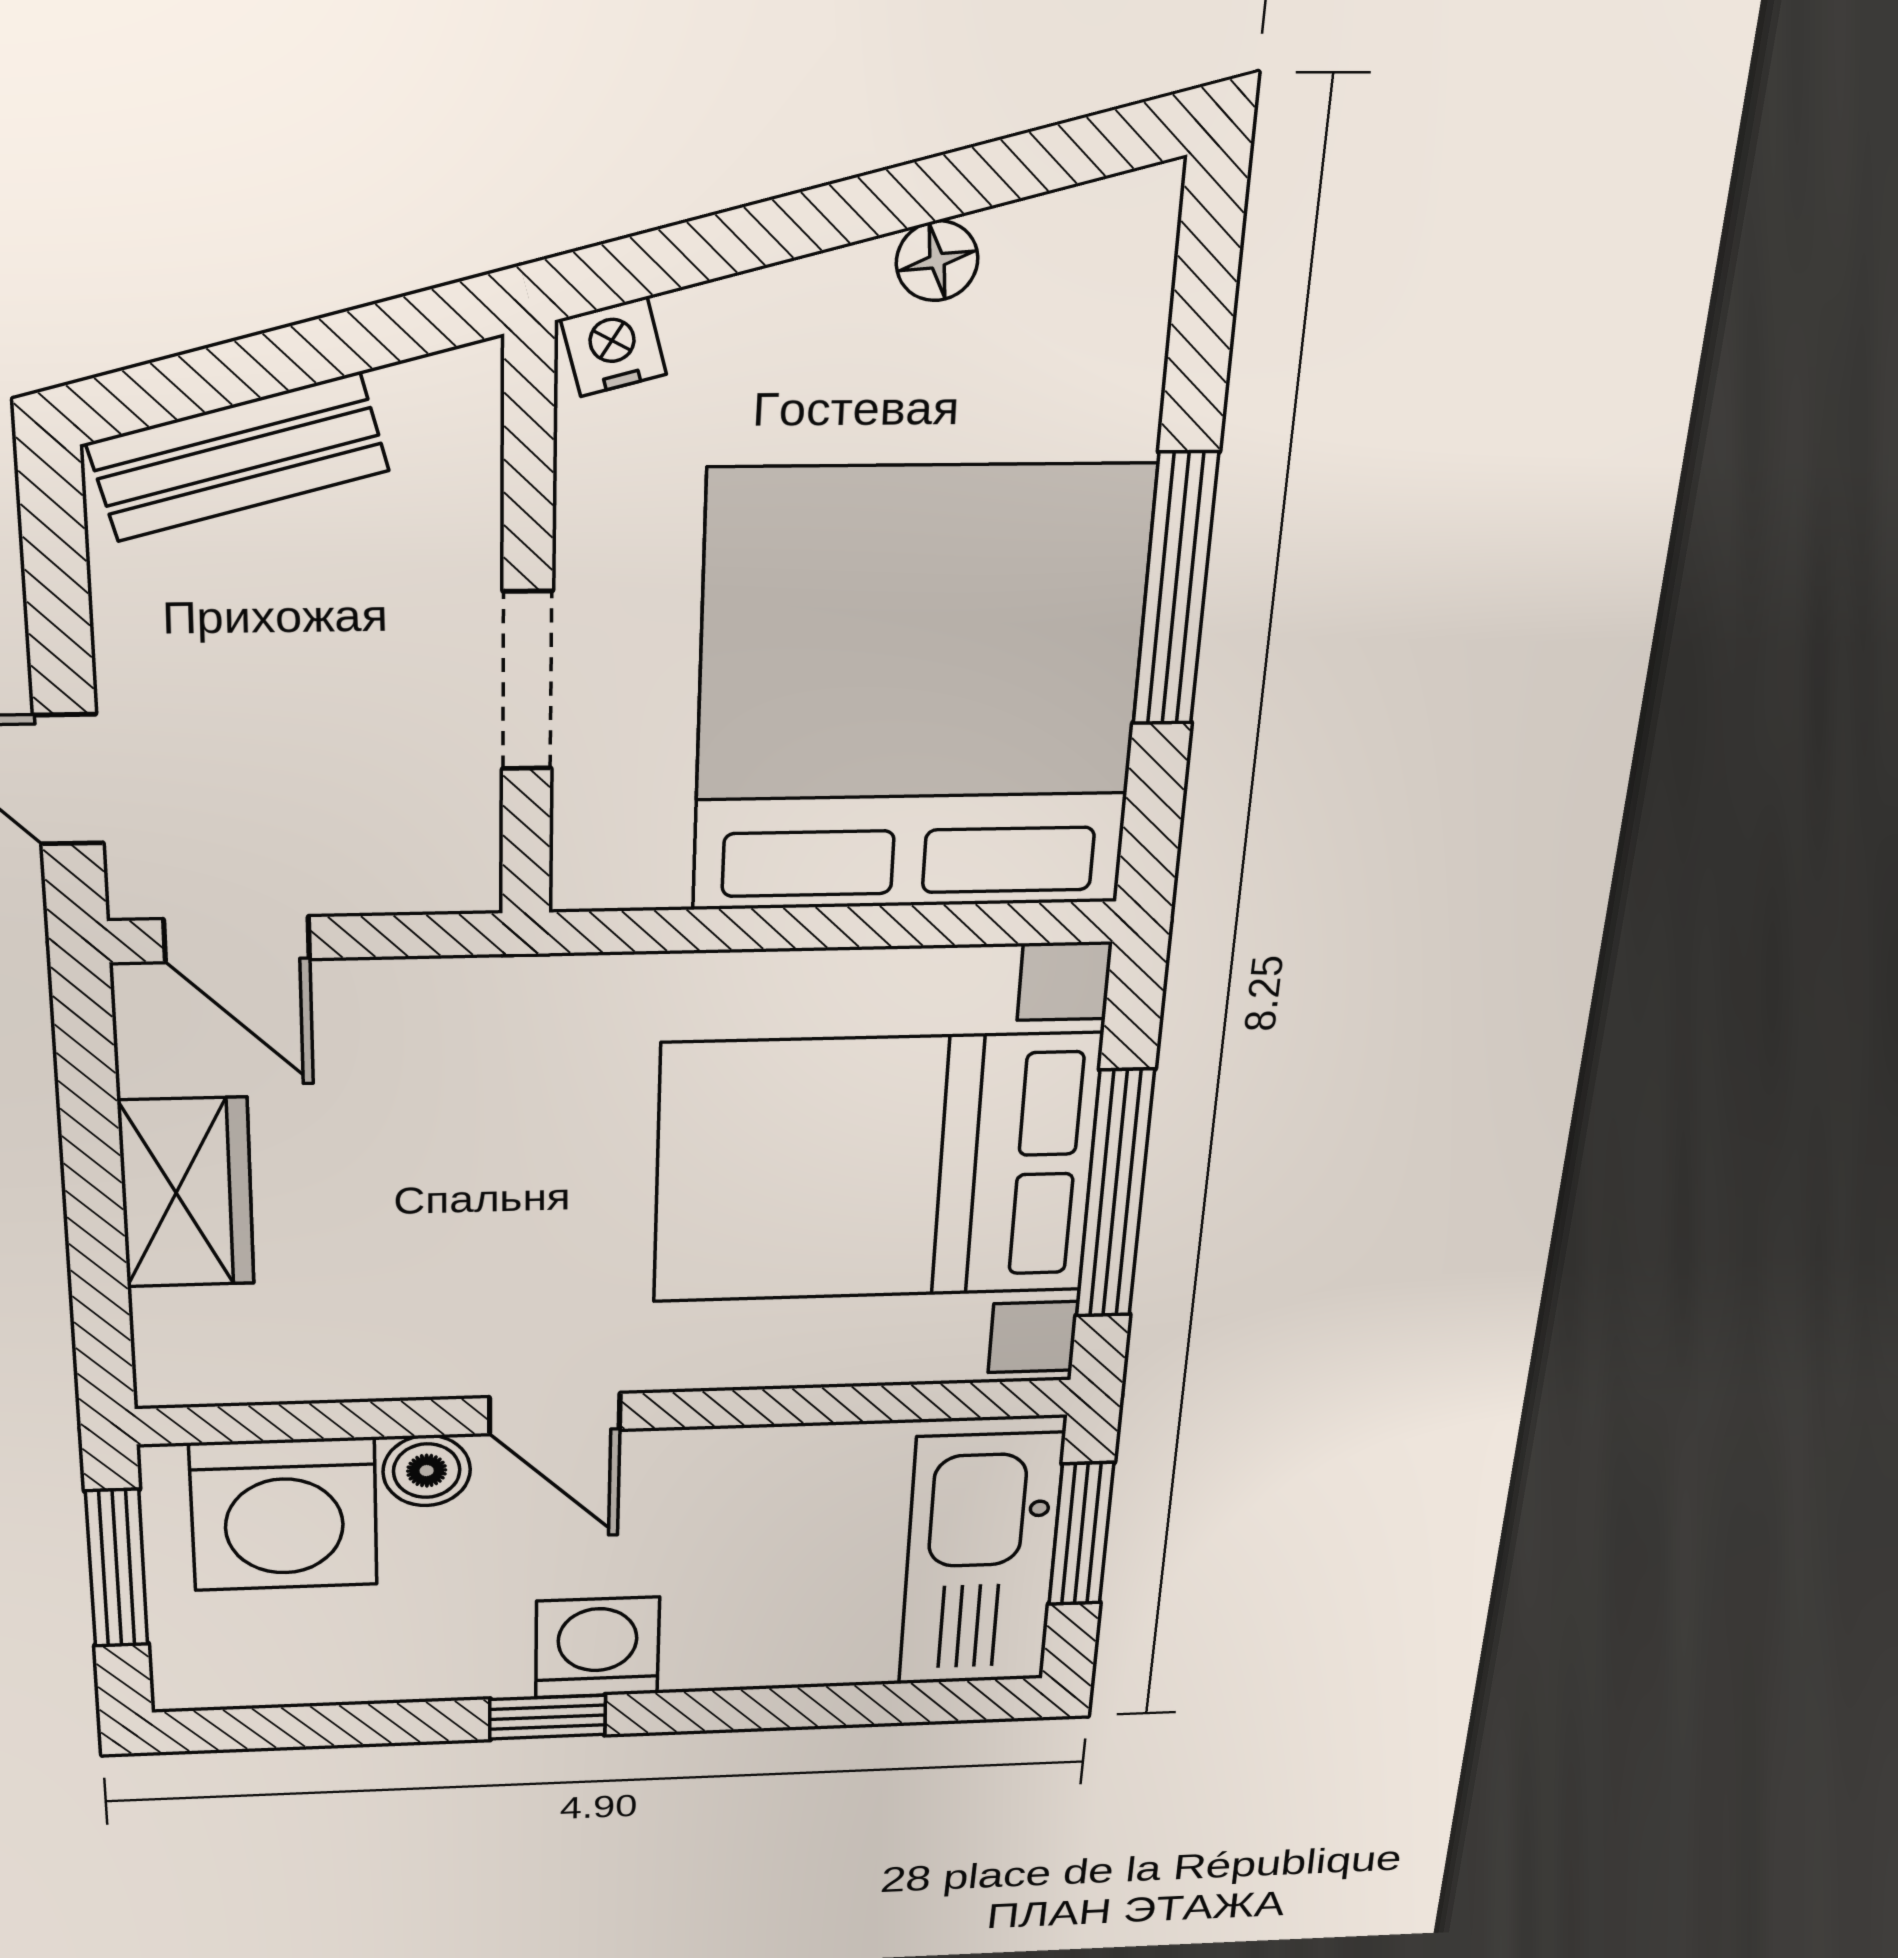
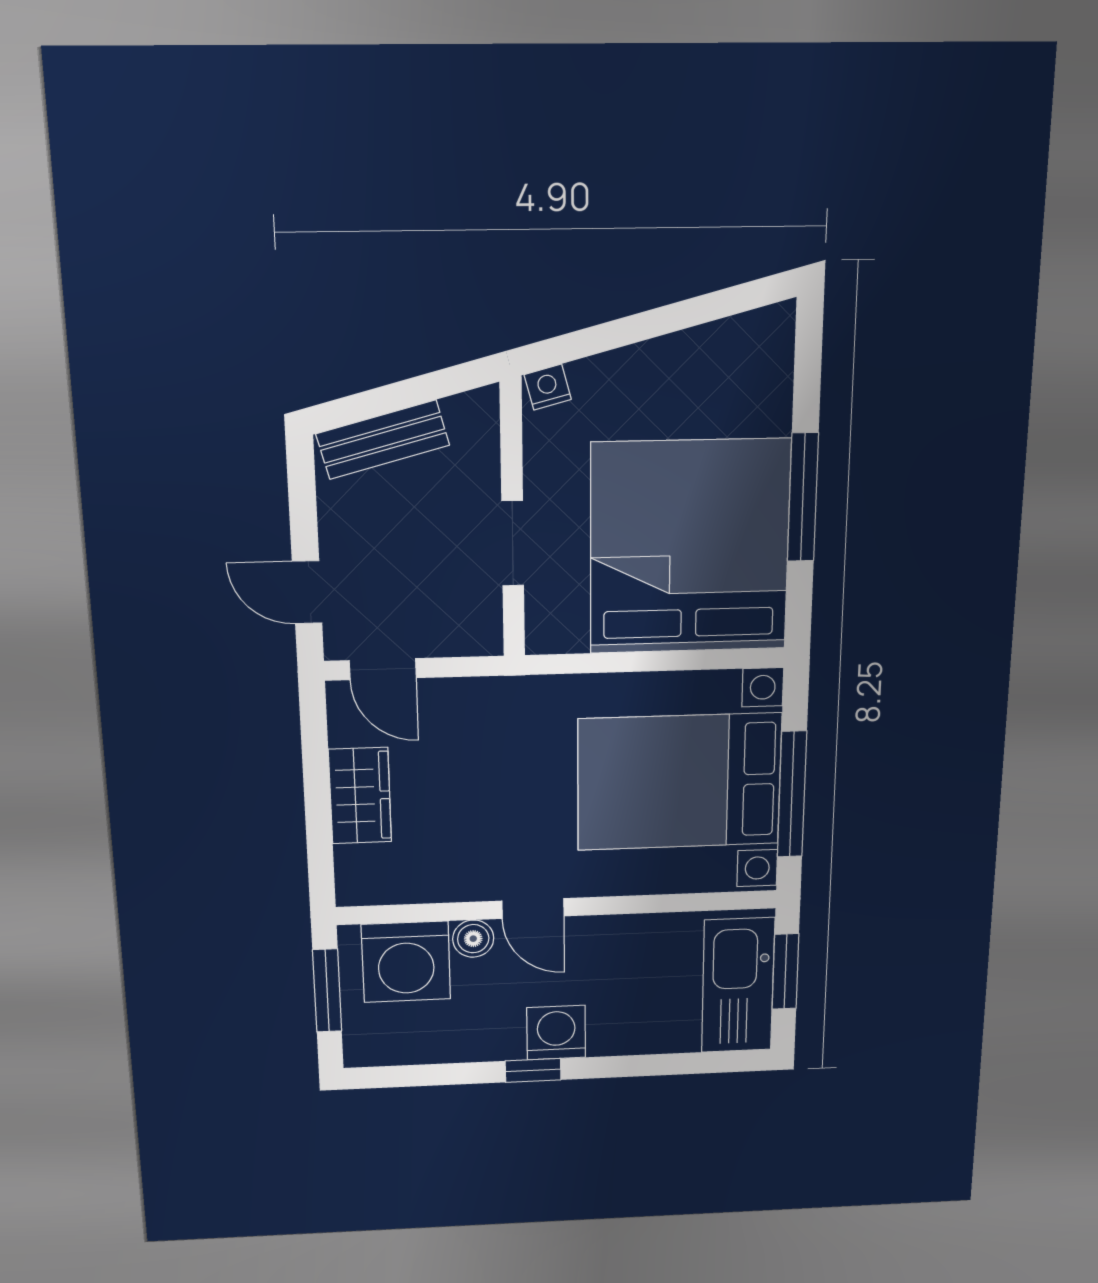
floor lamp: (937, 261) -> (689, 346), removed

